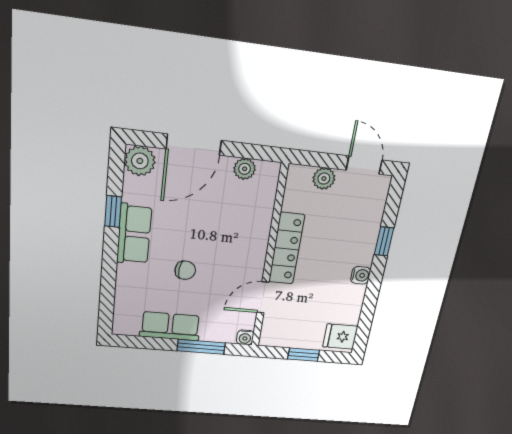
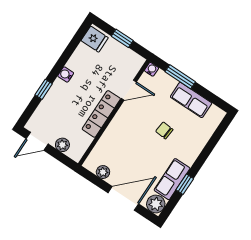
door: (364, 165) -> (37, 141), hinge flipped
row of seats: (134, 234) -> (172, 179), moved

